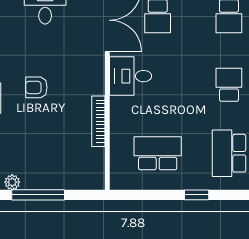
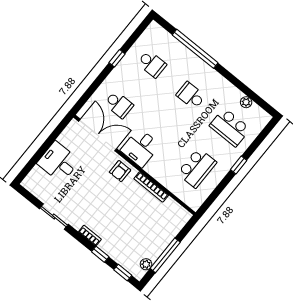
armchair: (36, 87) -> (120, 171), moved
school desk: (158, 153) -> (197, 168), turned 180

